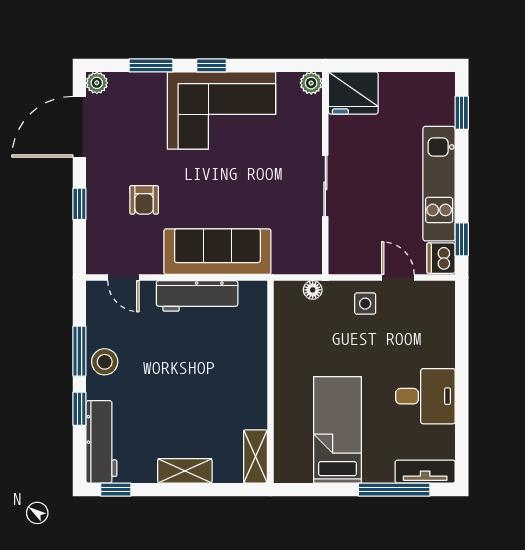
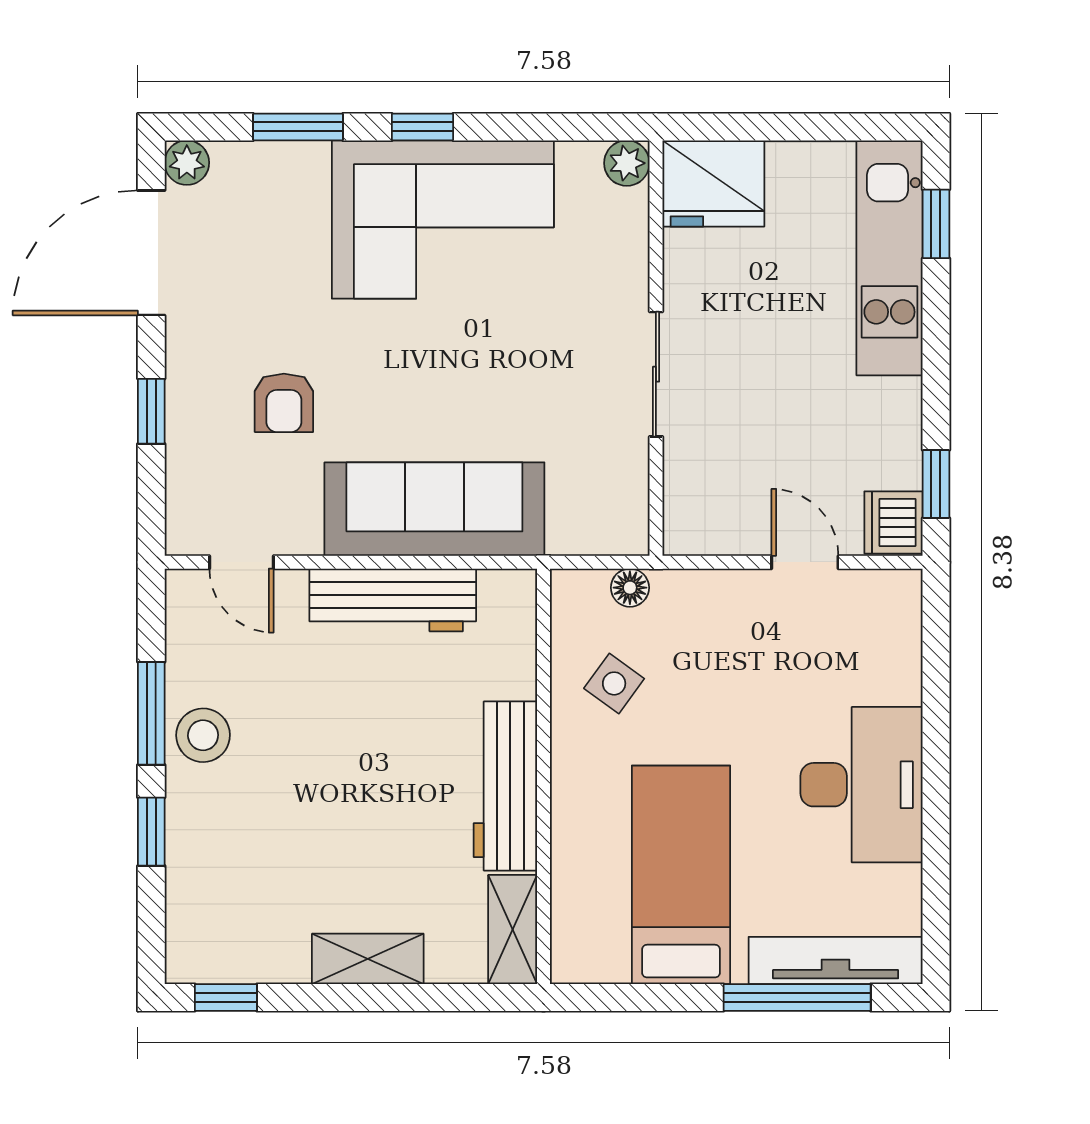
kitchen unit: (439, 184) -> (889, 258), moved
side table: (365, 304) -> (614, 683), moved, turned 36
desk: (425, 396) -> (862, 785), width x1.37
workbench: (101, 442) -> (505, 786), moved, turned 180
tv unit: (425, 472) -> (836, 960), width x1.41

